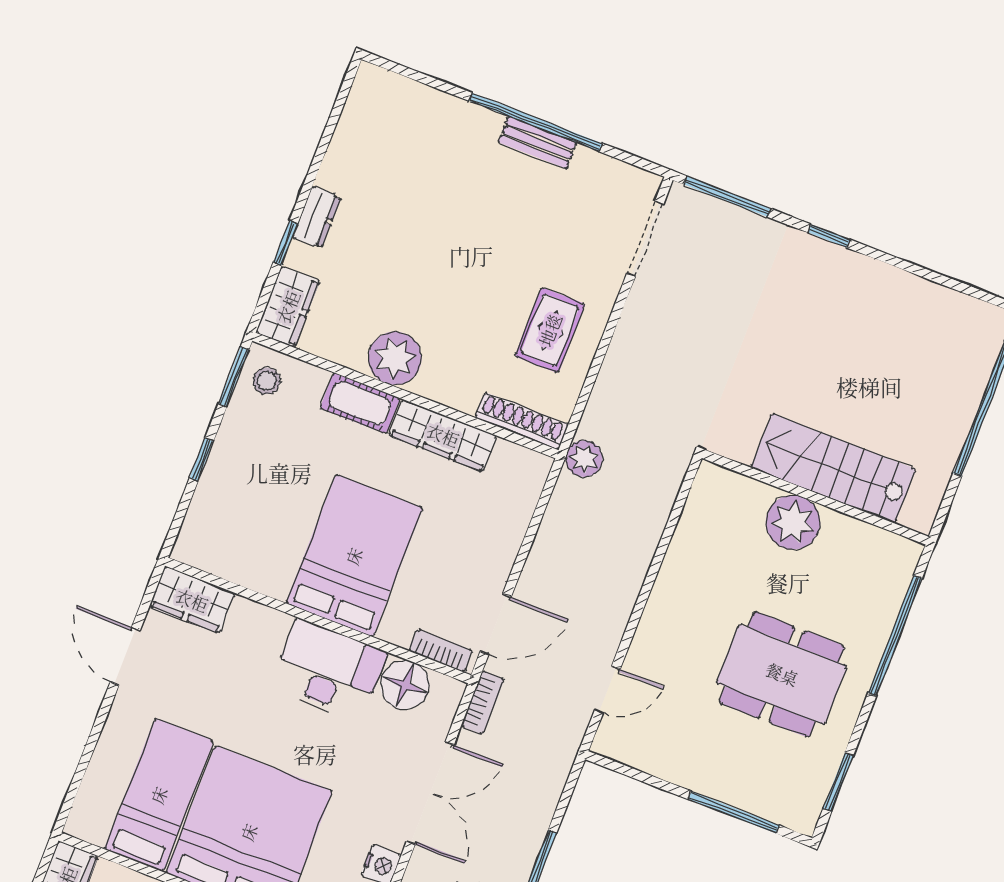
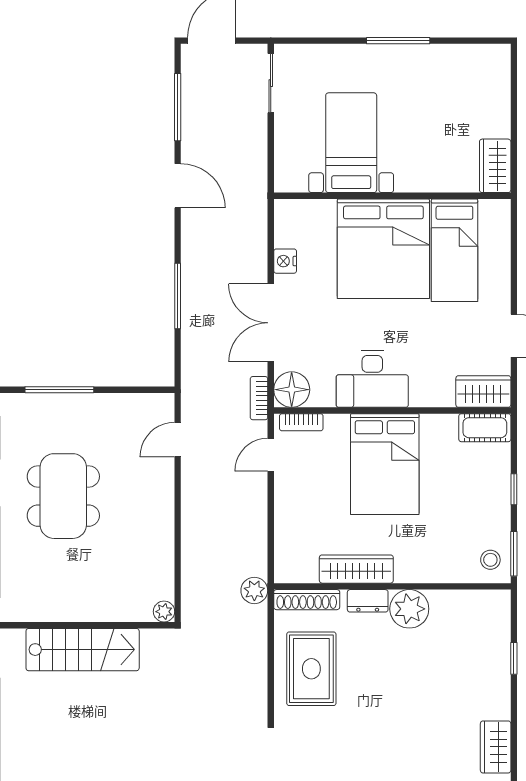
dresser: (317, 217) -> (368, 601), moved, turned -90
wardrobe: (288, 307) -> (496, 747), moved
rug: (550, 330) -> (311, 669), width x1.36, depth x1.43
cot: (360, 403) -> (485, 428), moved
plant: (793, 522) -> (164, 612), moved, width x0.53, depth x0.53
door: (496, 624) -> (271, 455), width x0.73
dining table: (782, 674) -> (63, 496), turned 90
floor lamp: (405, 685) -> (292, 390), moved

